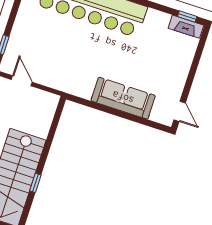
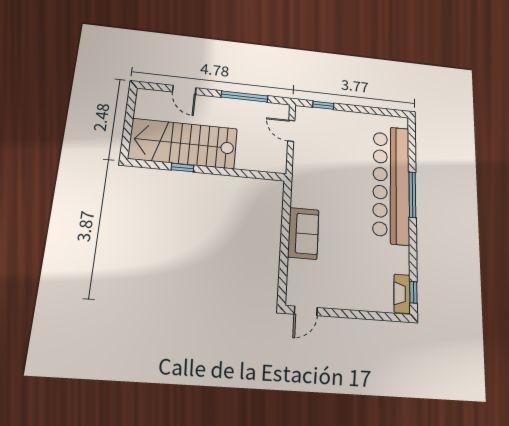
door: (22, 81) -> (291, 131), swing flipped
sofa: (123, 98) -> (303, 233), width x0.73

